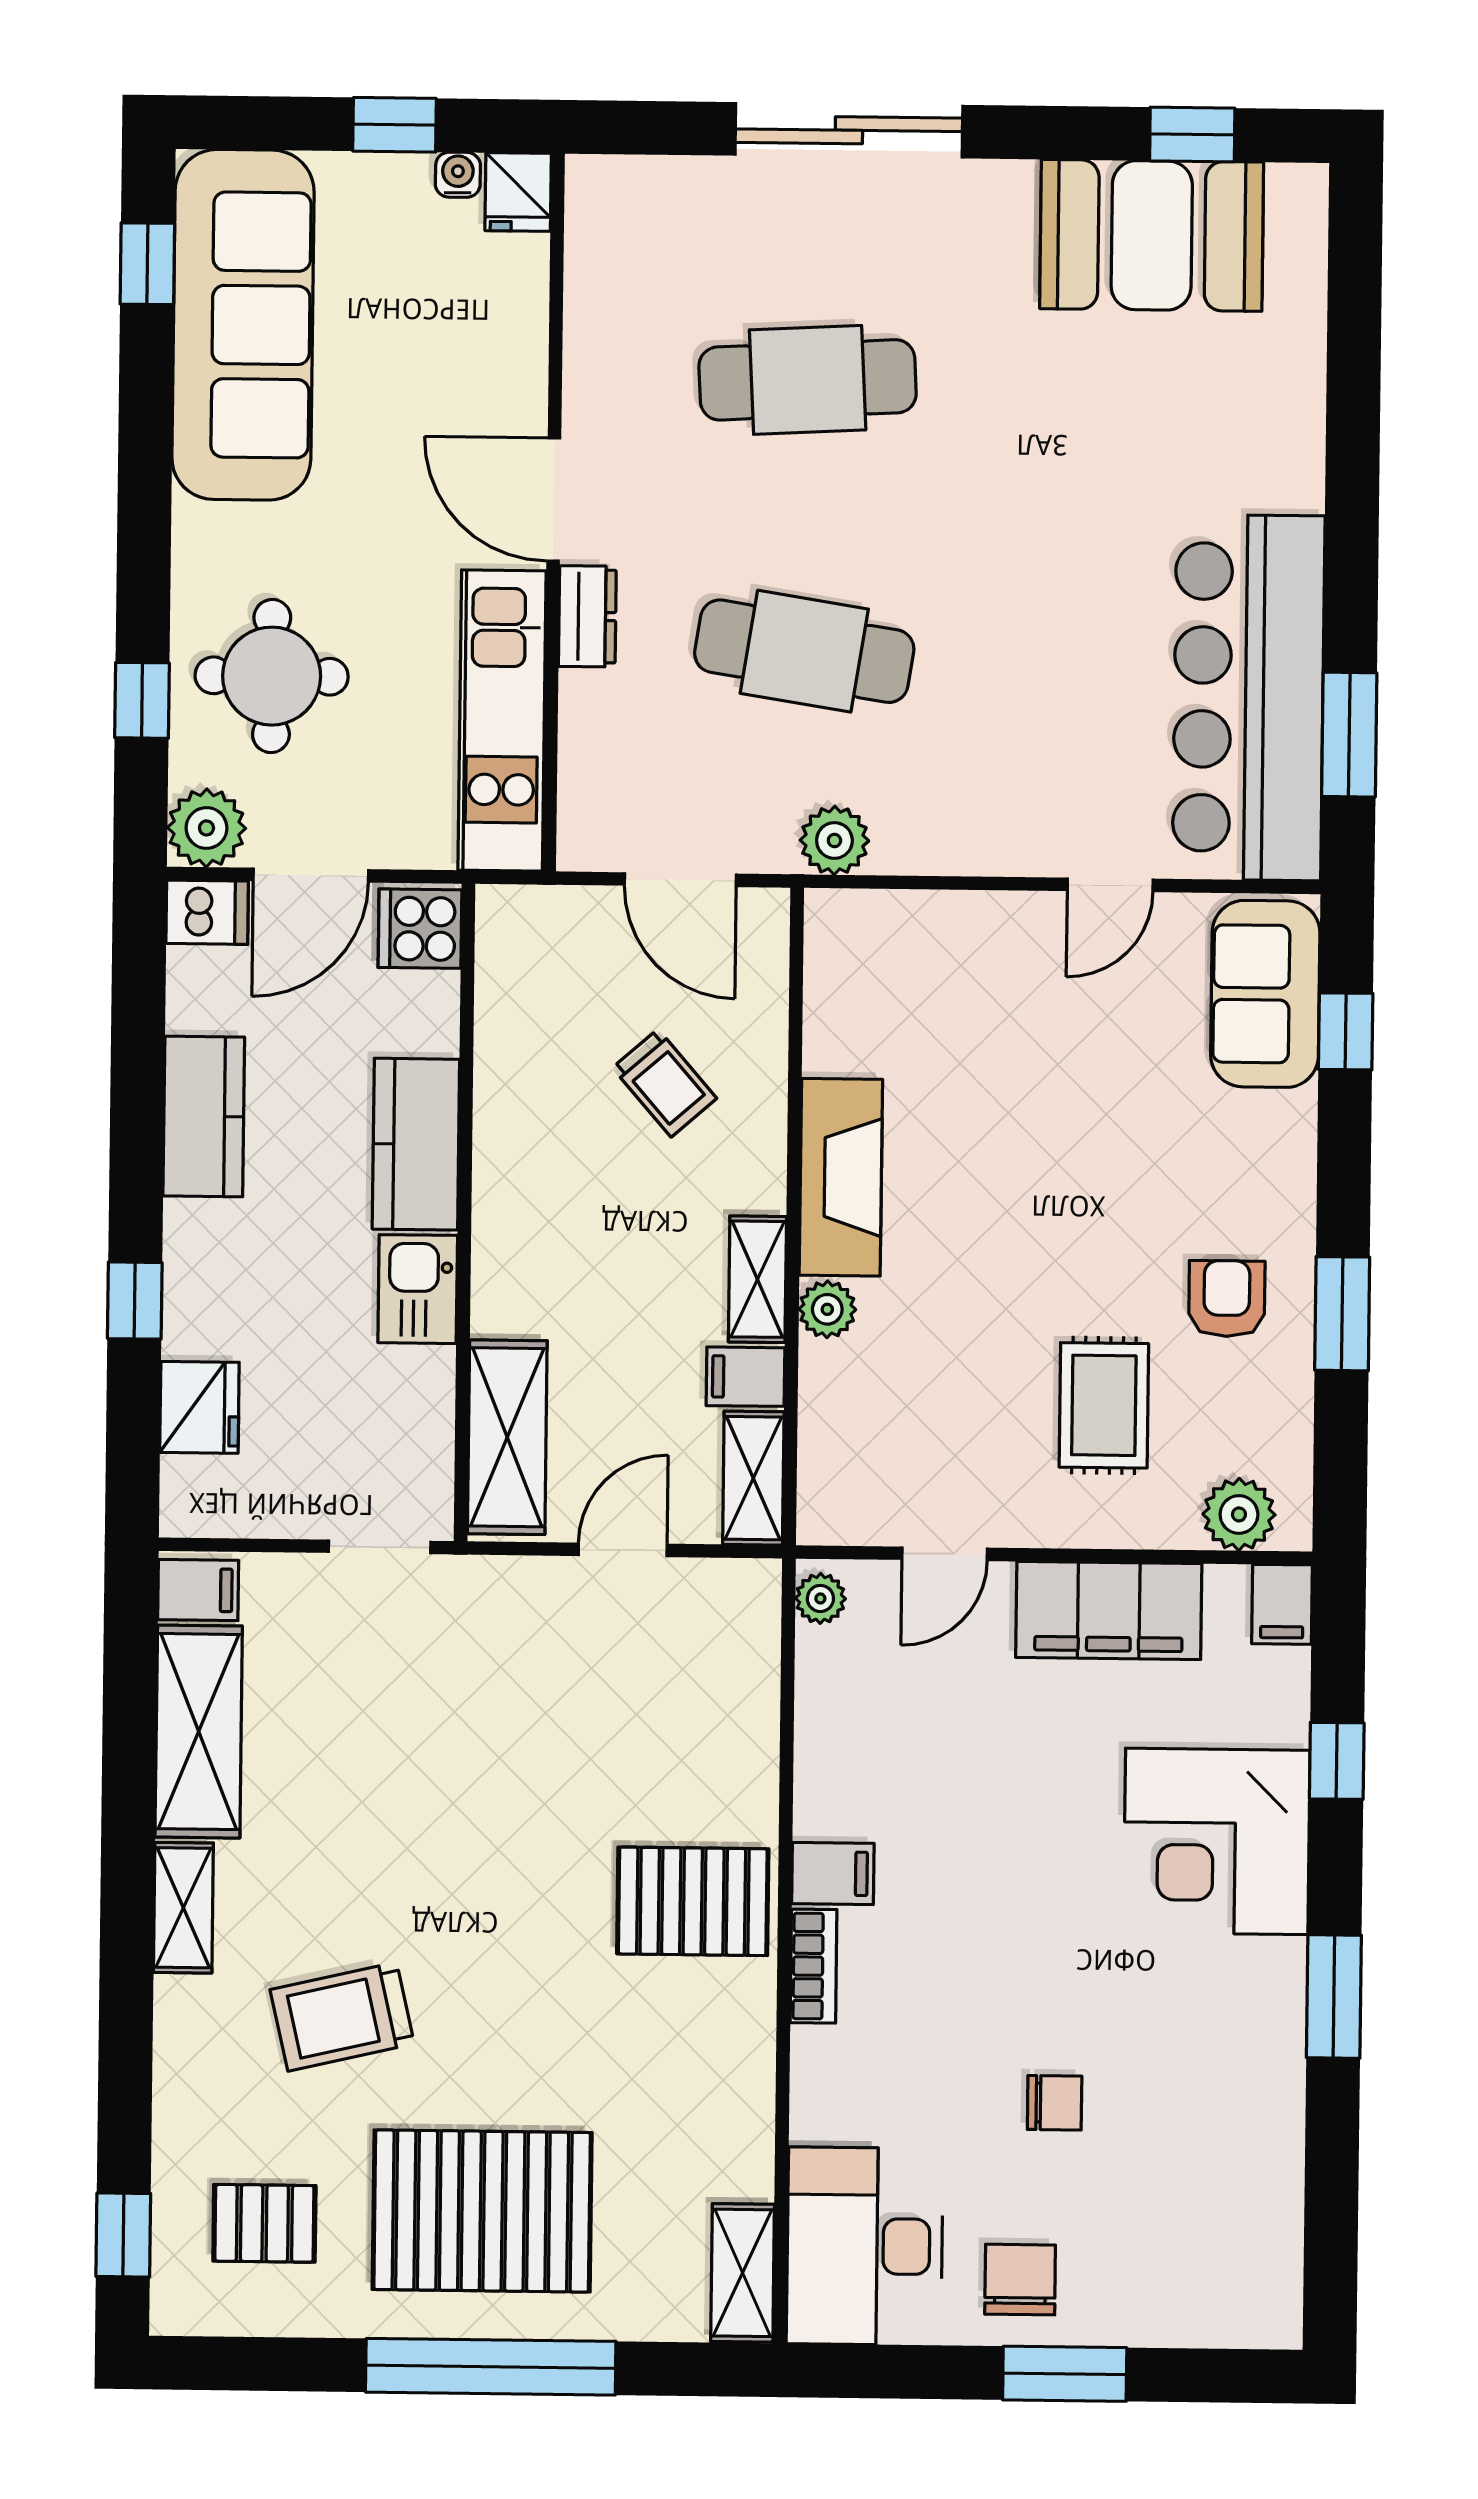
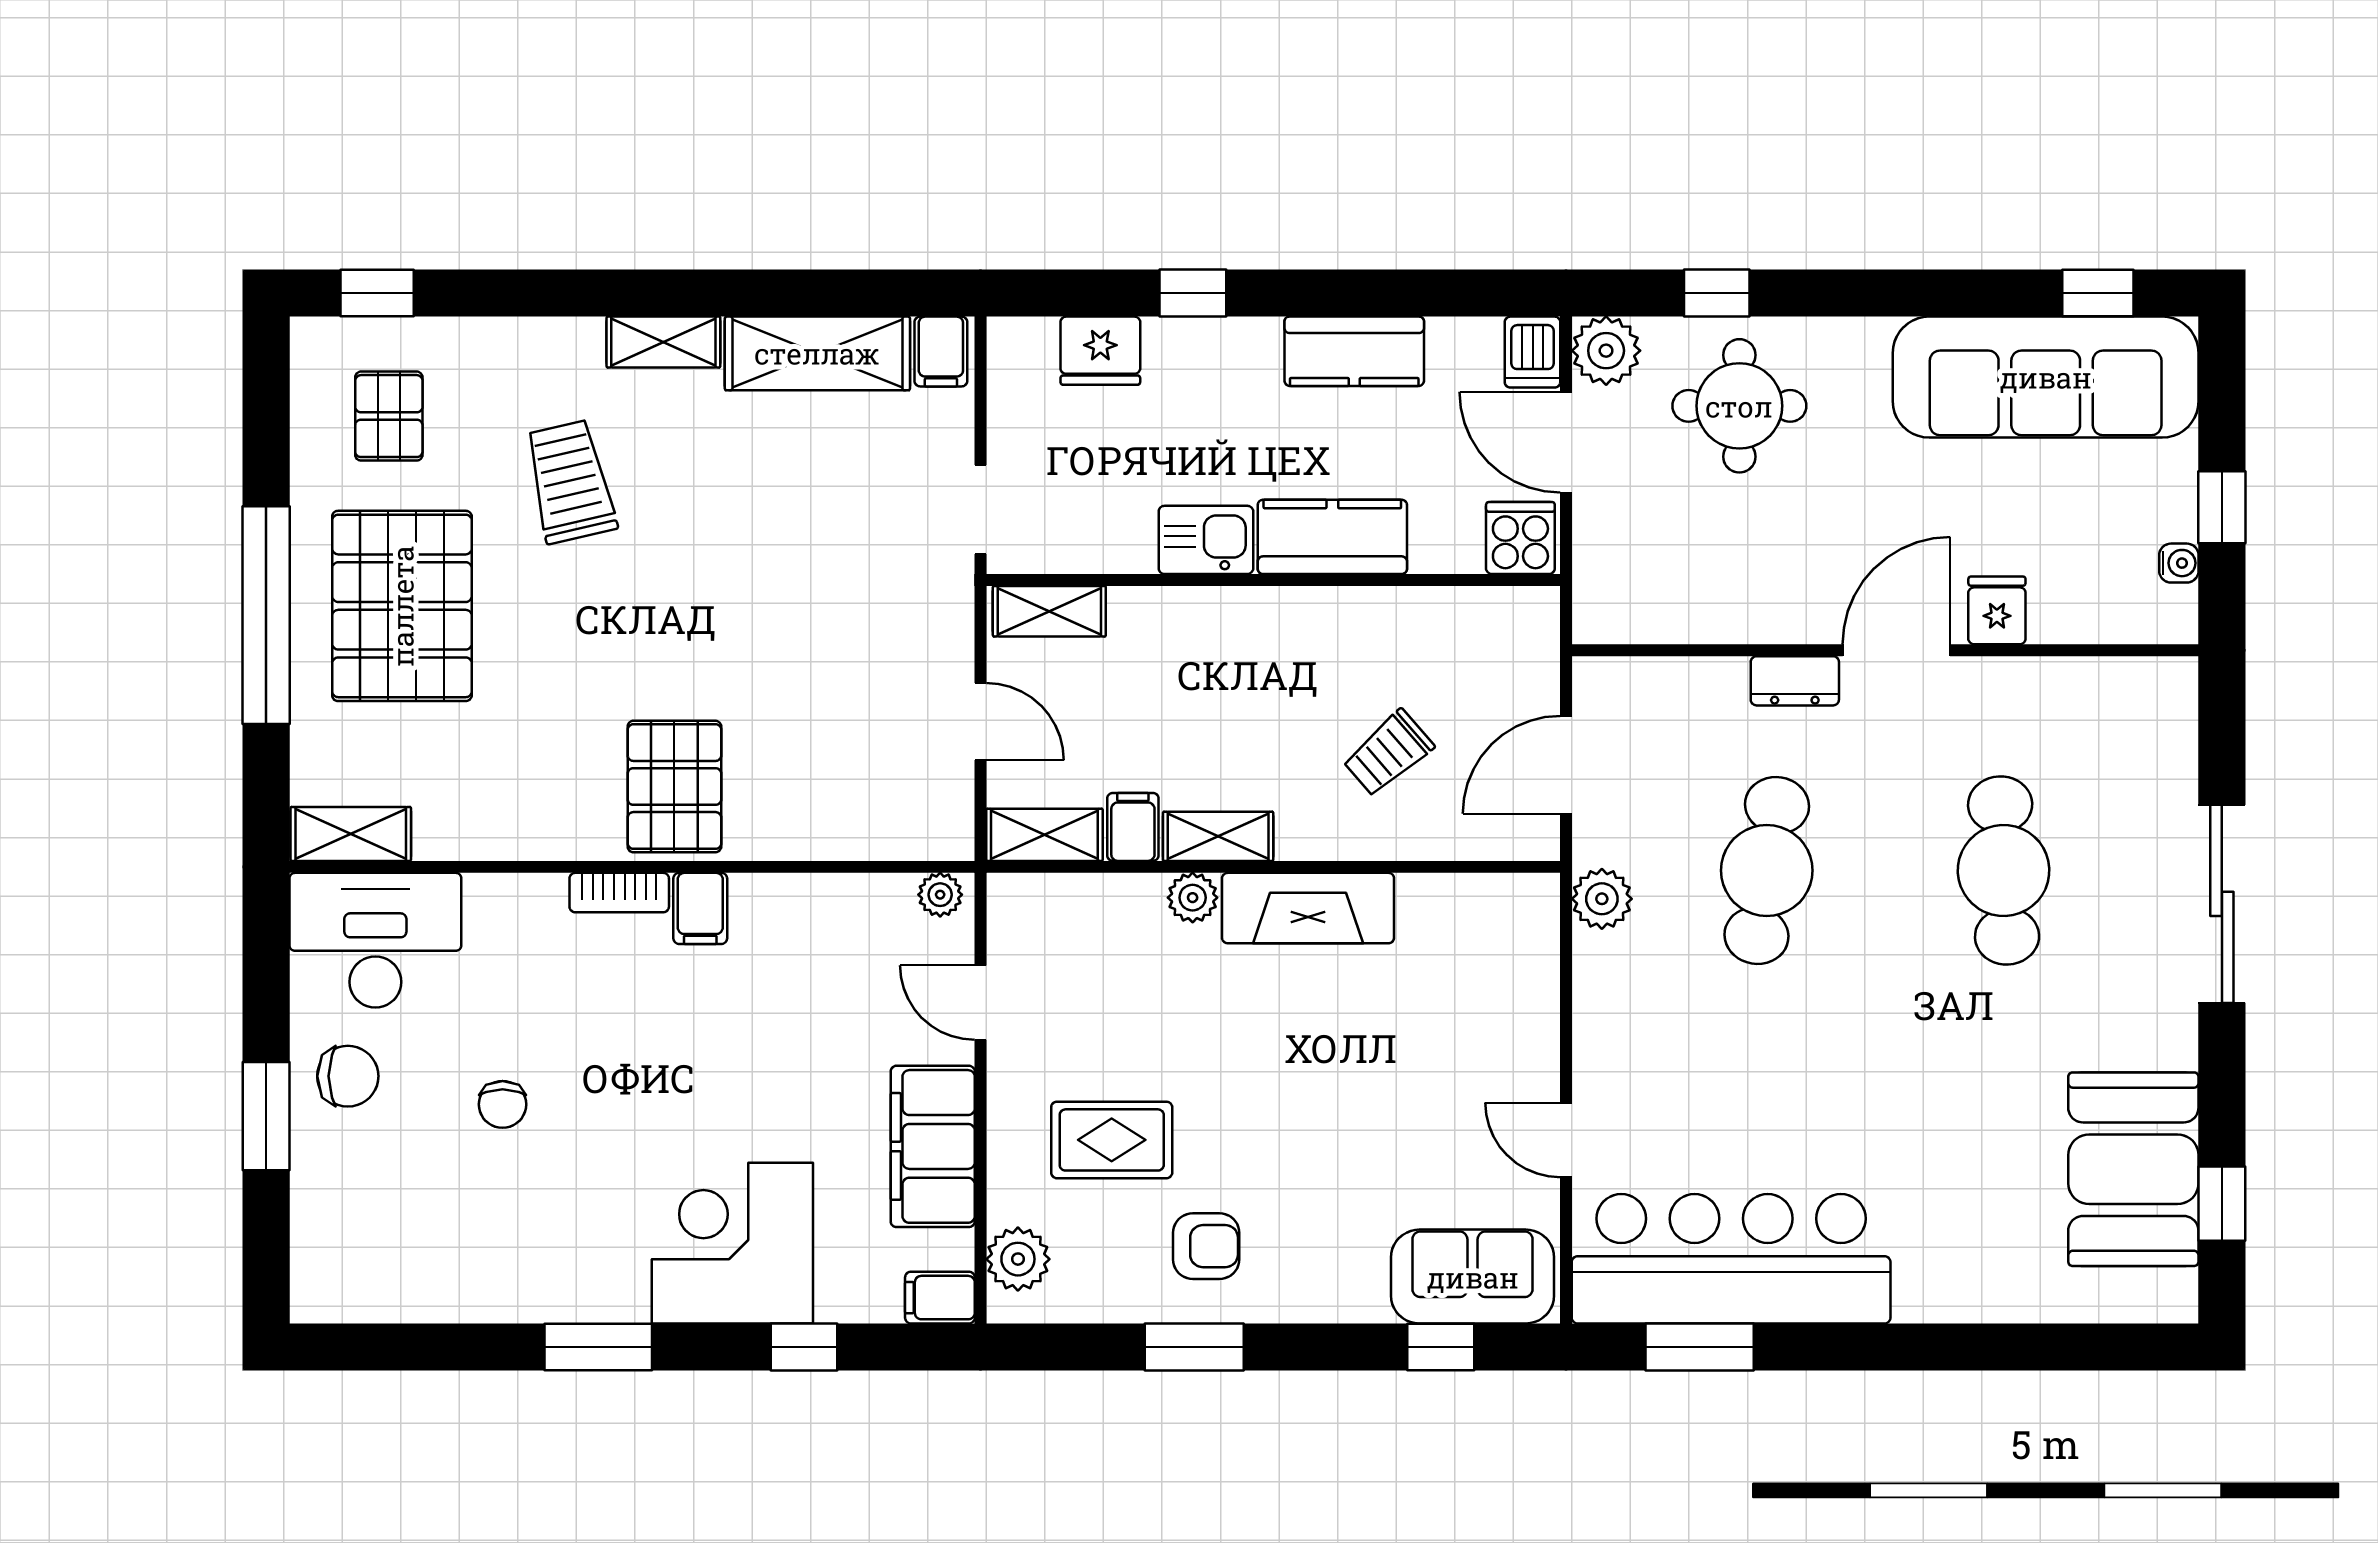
fridge: (518, 192) -> (1997, 610), moved, turned 90
kitchen unit: (502, 721) -> (1703, 607), removed
shelving: (507, 1437) -> (1049, 611), width x0.67, depth x0.75

